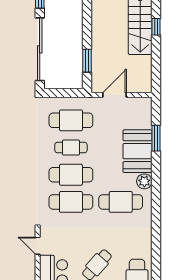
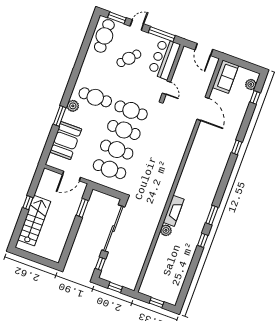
window: (156, 27) -> (28, 203), moved
window: (156, 138) -> (60, 116), moved
cafe table: (71, 148) -> (117, 150), width x1.37, depth x1.35
booth: (137, 151) -> (66, 141), moved

